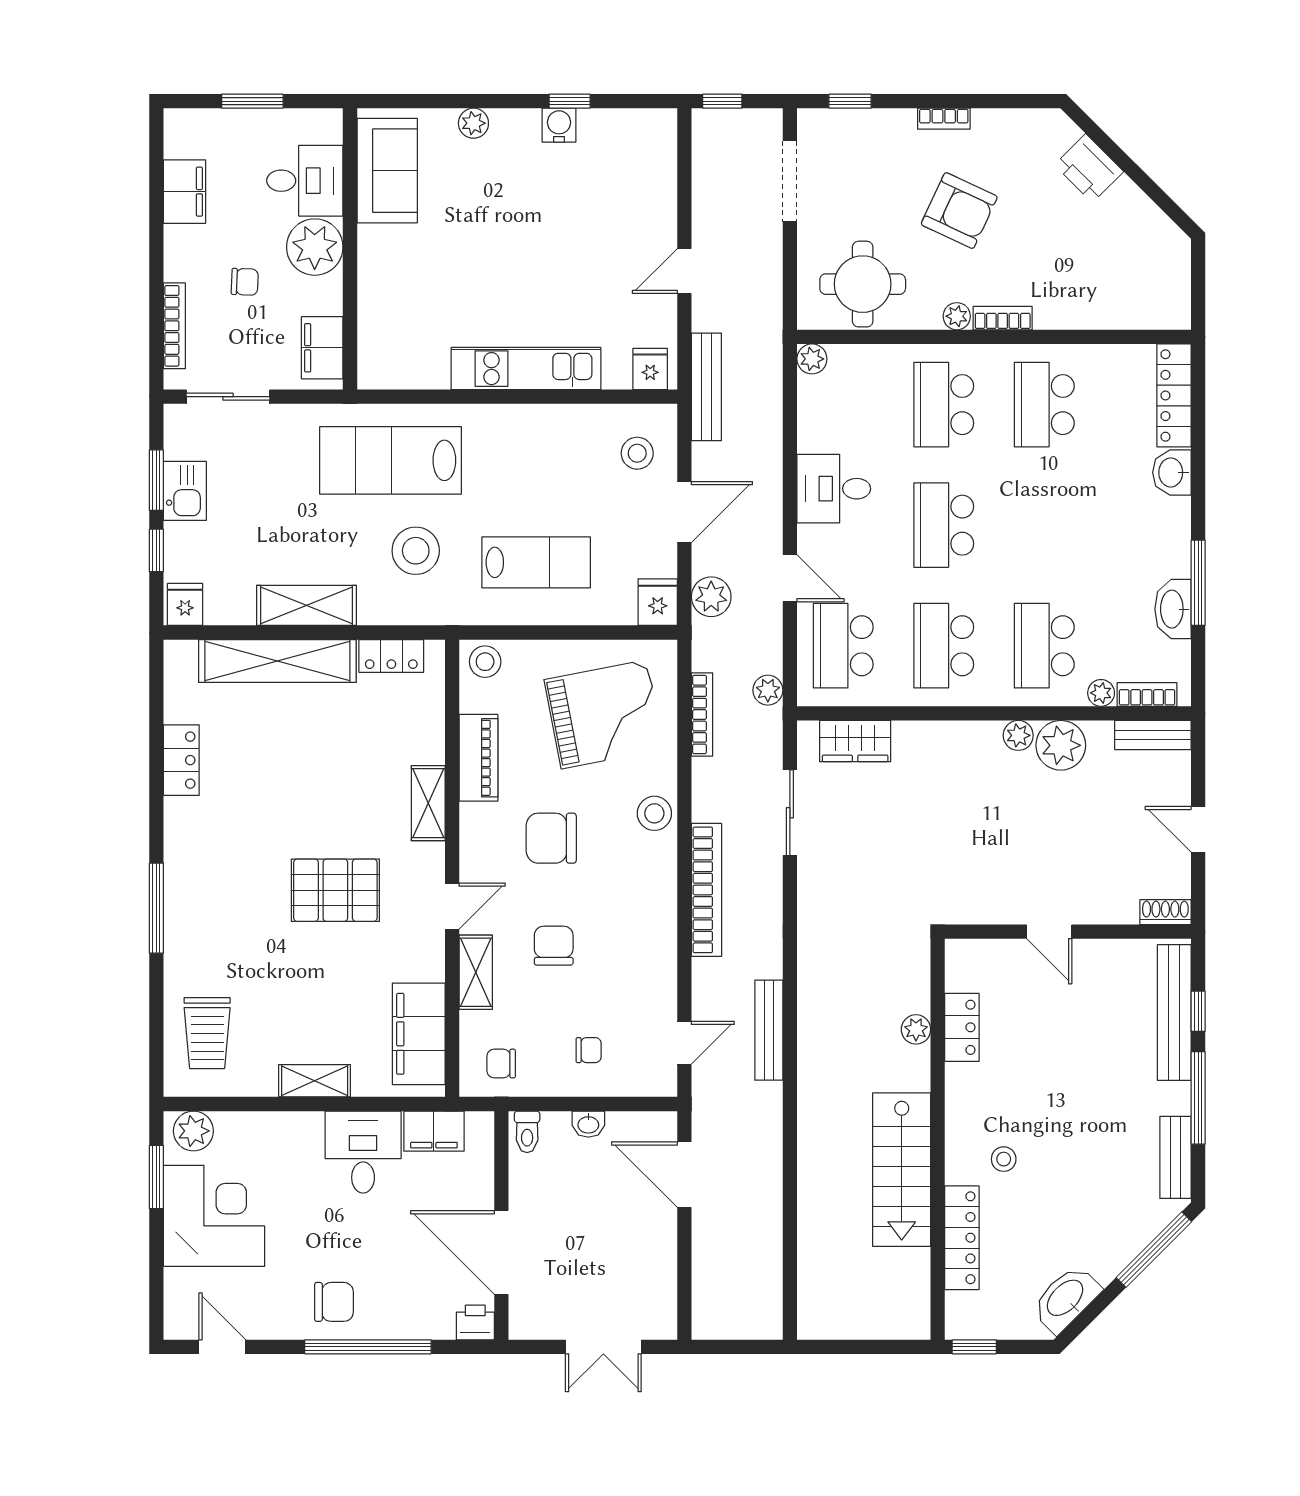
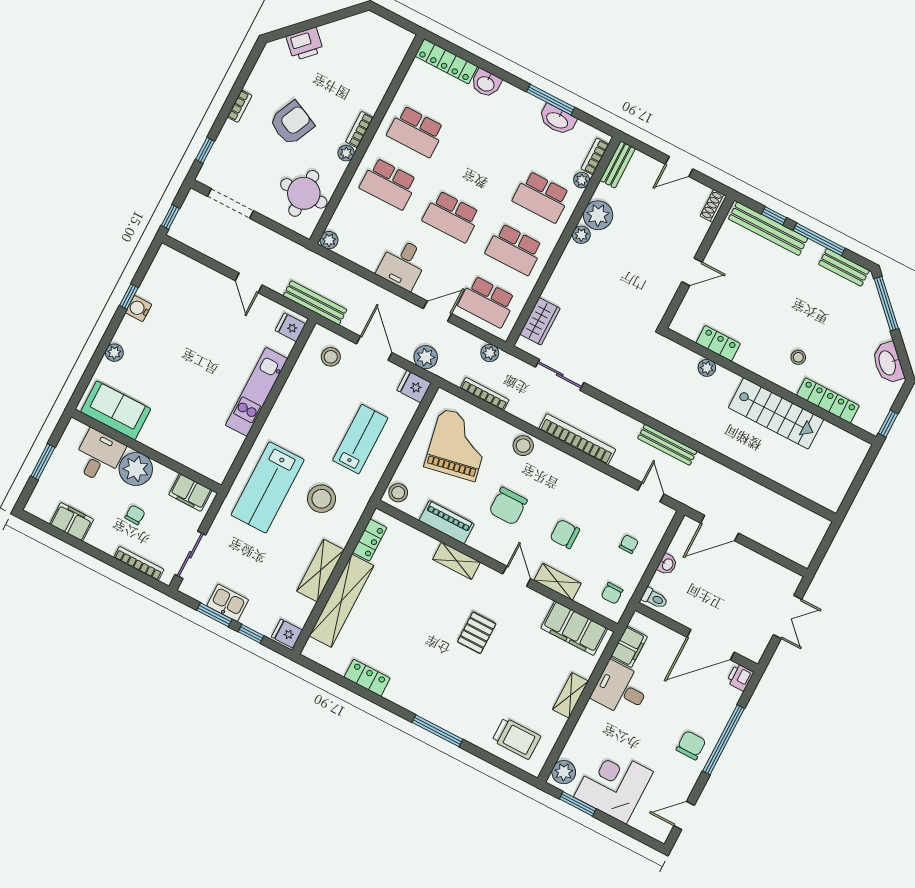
pallet: (335, 890) -> (477, 633), width x0.67, depth x0.71

